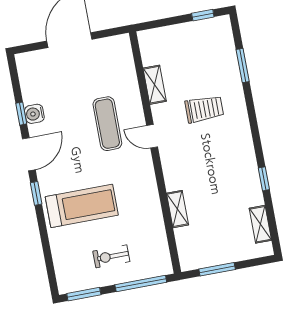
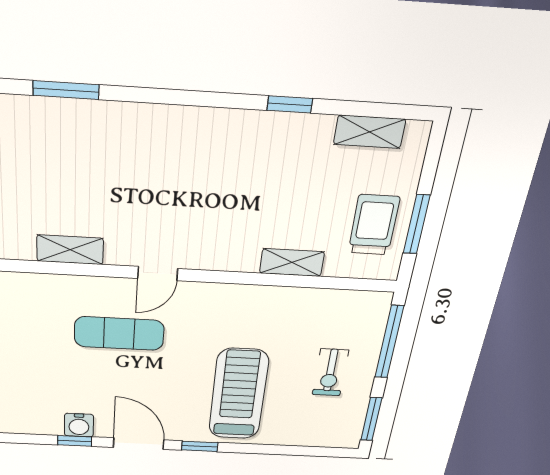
trolley: (204, 109) -> (374, 225), moved

